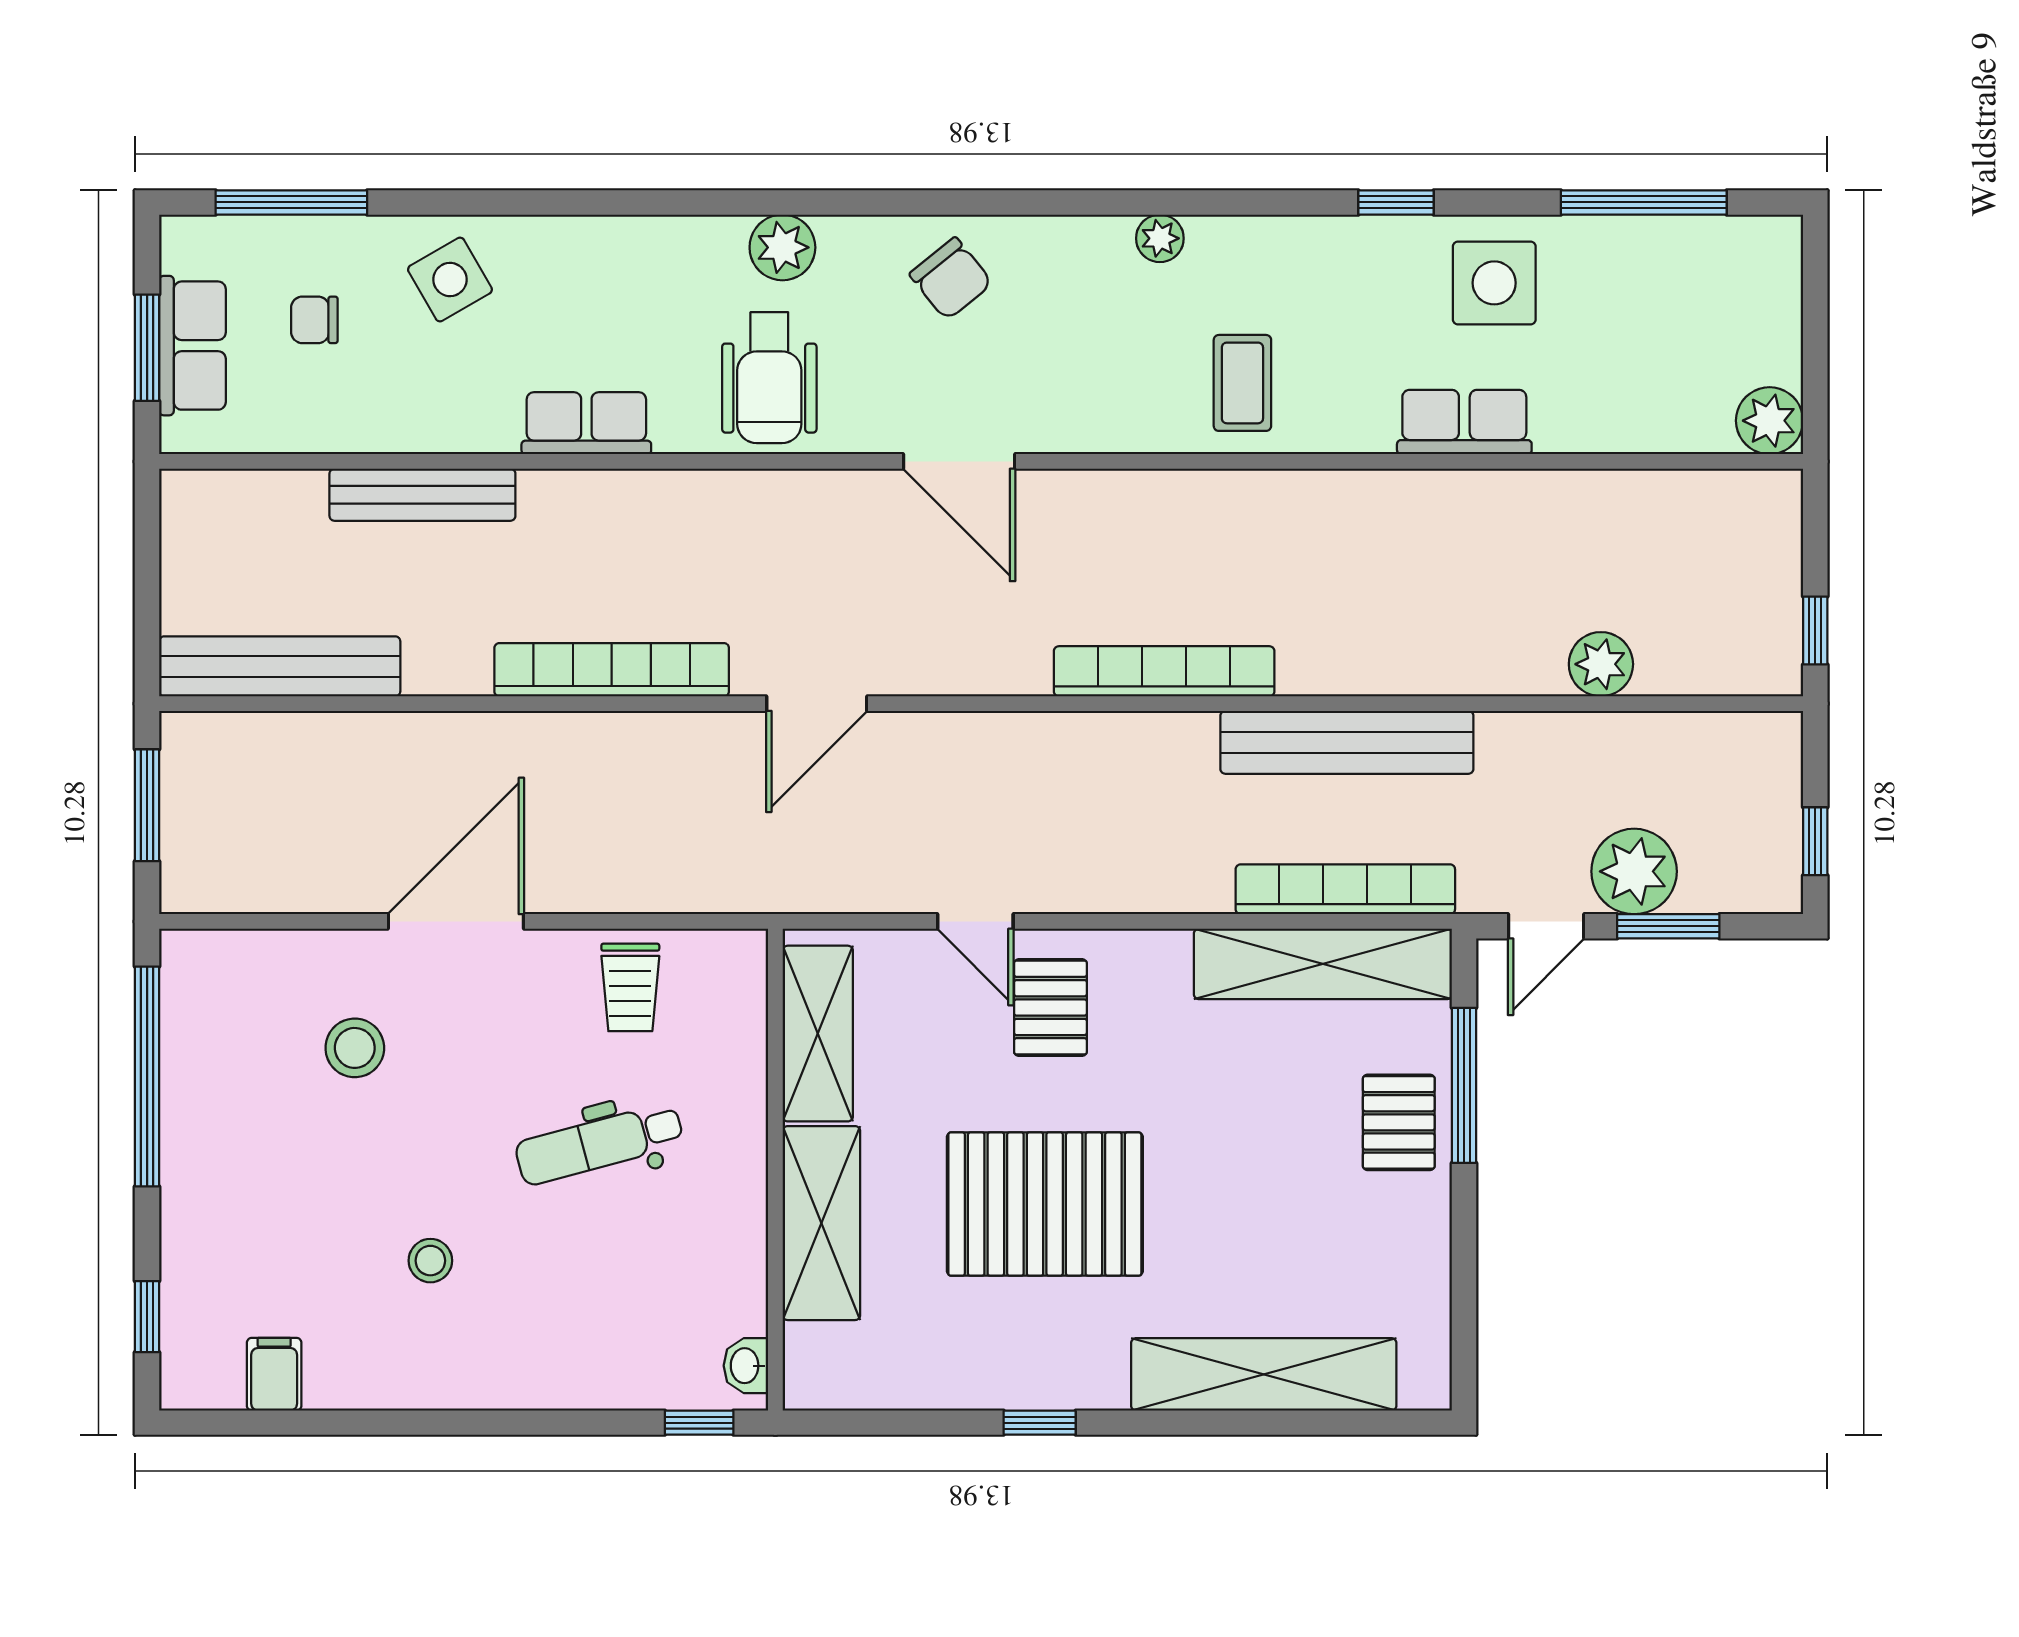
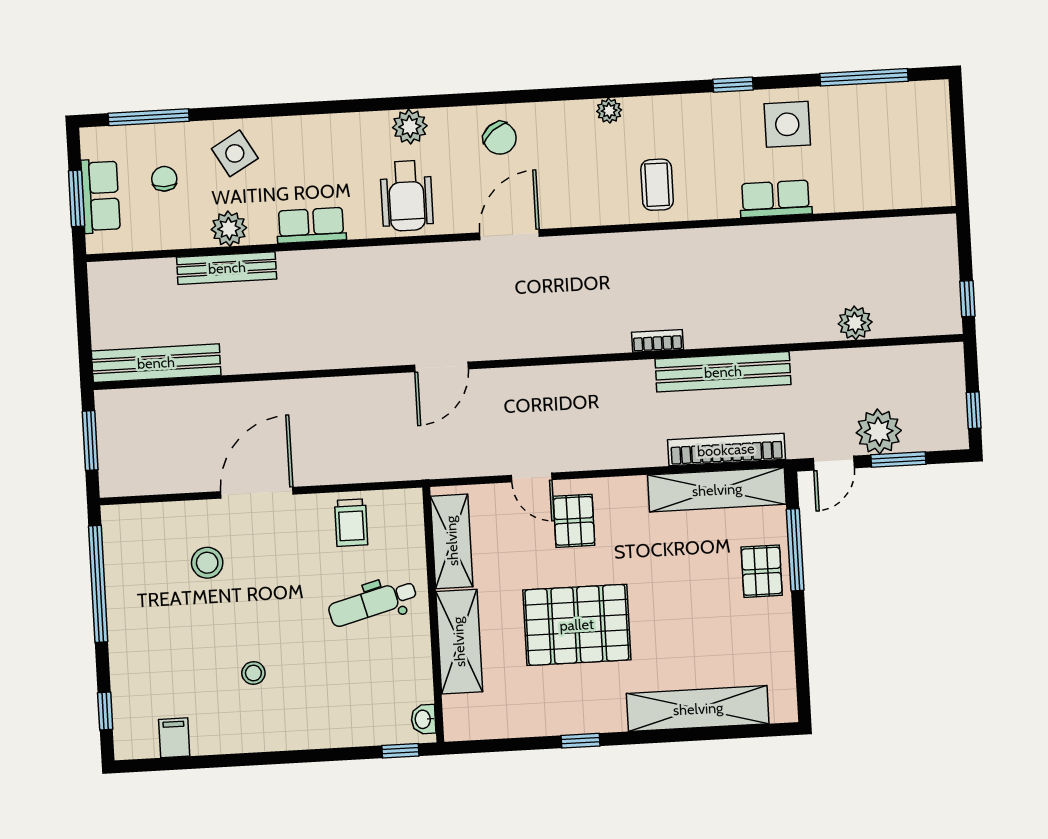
chair: (314, 320) -> (164, 179), turned 90
plant: (1770, 421) -> (229, 229), moved
door: (959, 461) -> (509, 235), swing flipped
bookcase: (612, 670) -> (332, 355), removed
bookcase: (1164, 671) -> (657, 341), width x0.43, depth x0.76
dental chair: (599, 1144) -> (372, 603), moved

